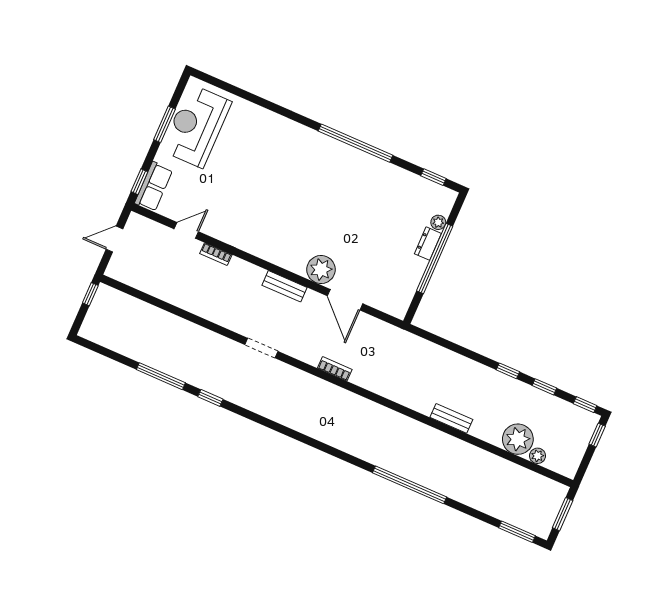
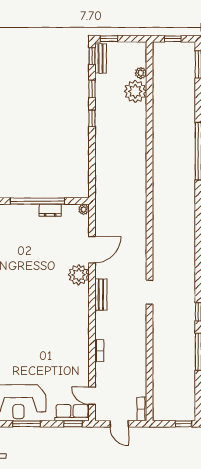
plant: (438, 222) -> (84, 209), moved
door: (186, 230) -> (92, 396), moved
dresser: (428, 244) -> (50, 210), moved
window: (90, 294) -> (183, 424), moved
bookcase: (335, 369) -> (142, 409), moved
bench: (451, 418) -> (101, 58), moved
window: (563, 514) -> (173, 39), width x0.67

